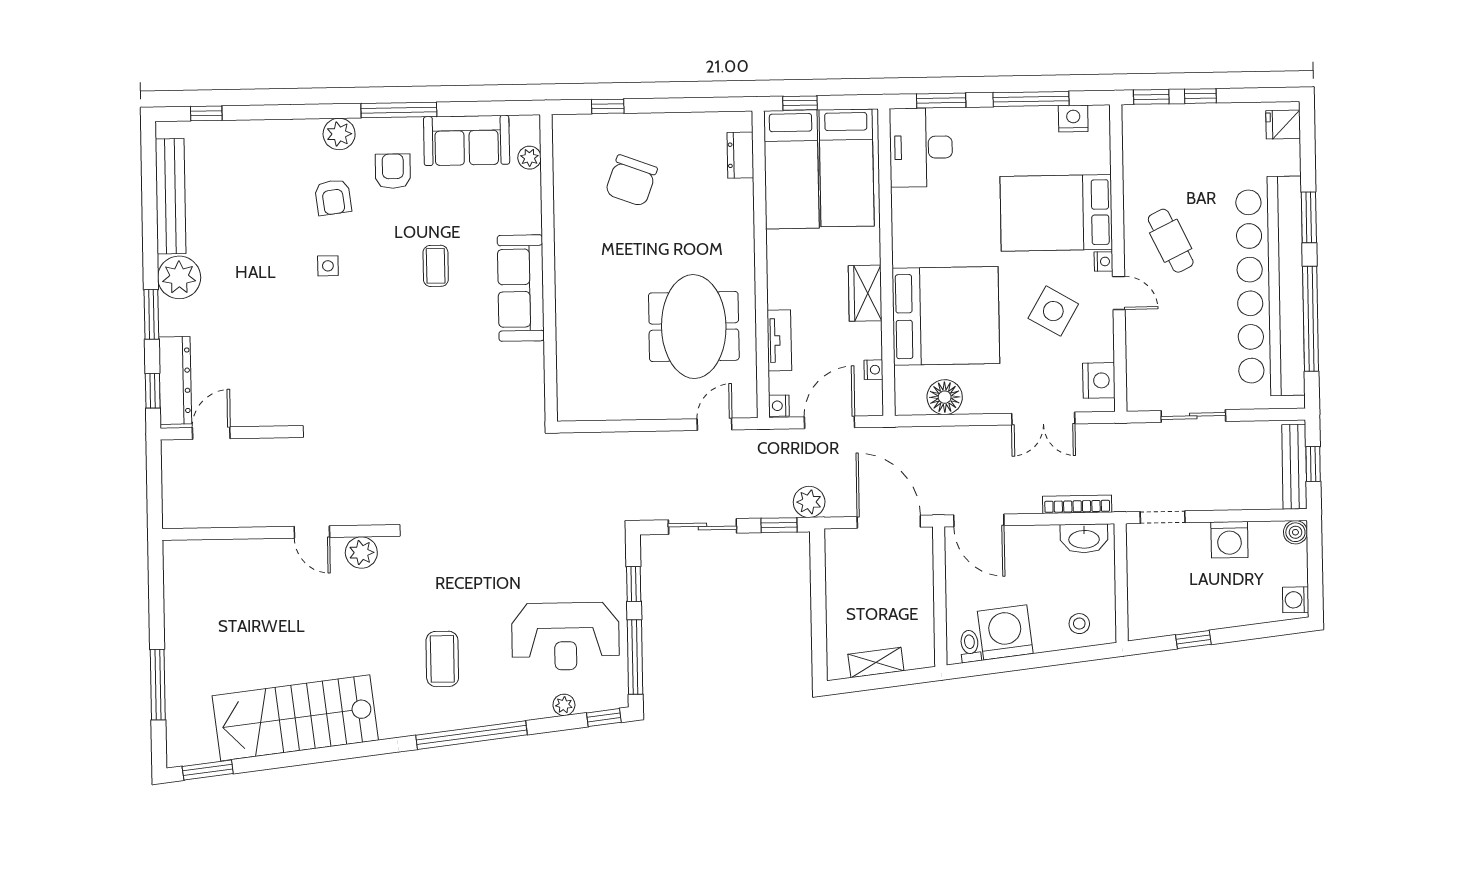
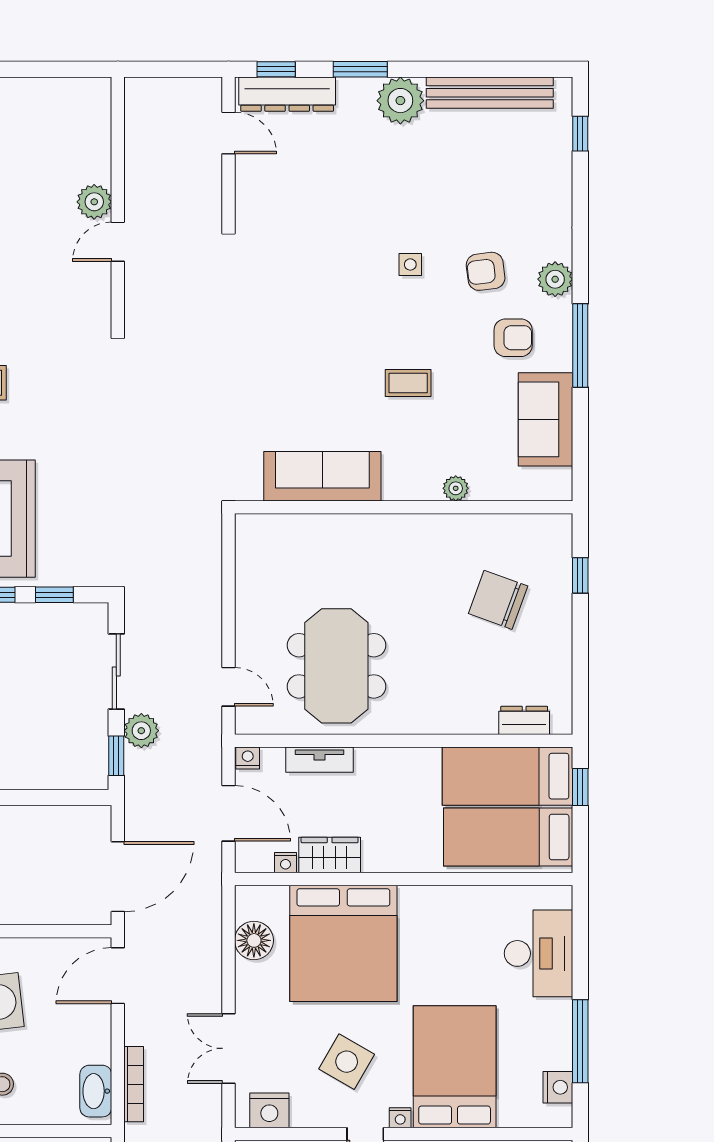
window: (941, 101) -> (580, 942), removed
desk: (921, 147) -> (538, 953), moved, turned 90
plant: (529, 158) -> (456, 488), moved
sofa: (521, 288) -> (322, 476), moved
wardrobe: (865, 293) -> (330, 855), moved
meeting table: (694, 327) -> (336, 666), turned 90
plant: (809, 502) -> (141, 731), moved
plant: (361, 553) -> (94, 202), moved

